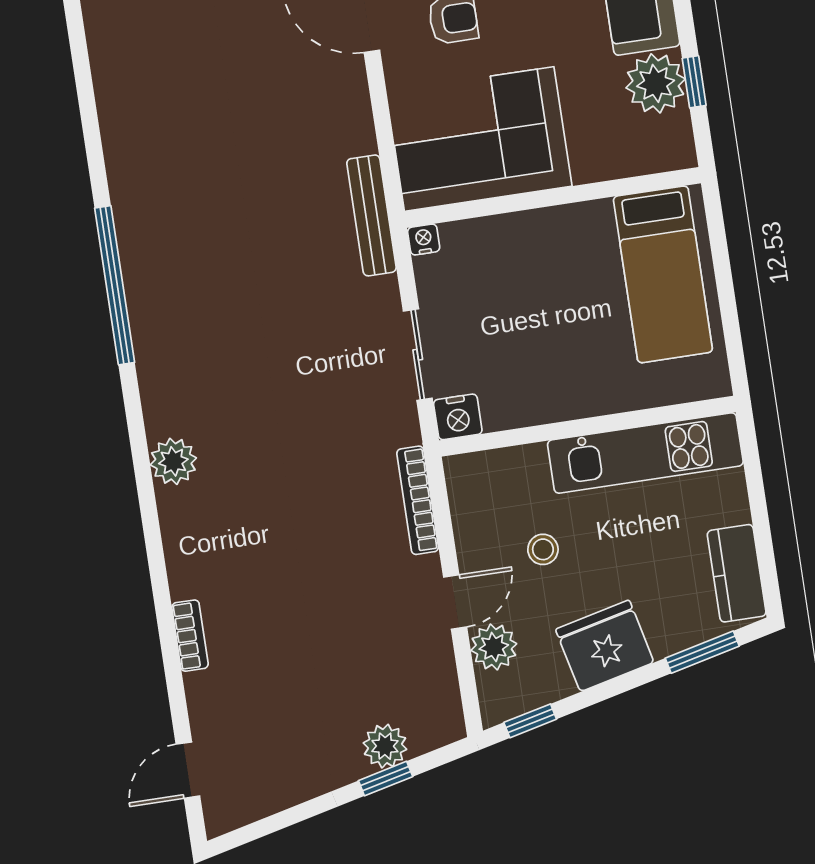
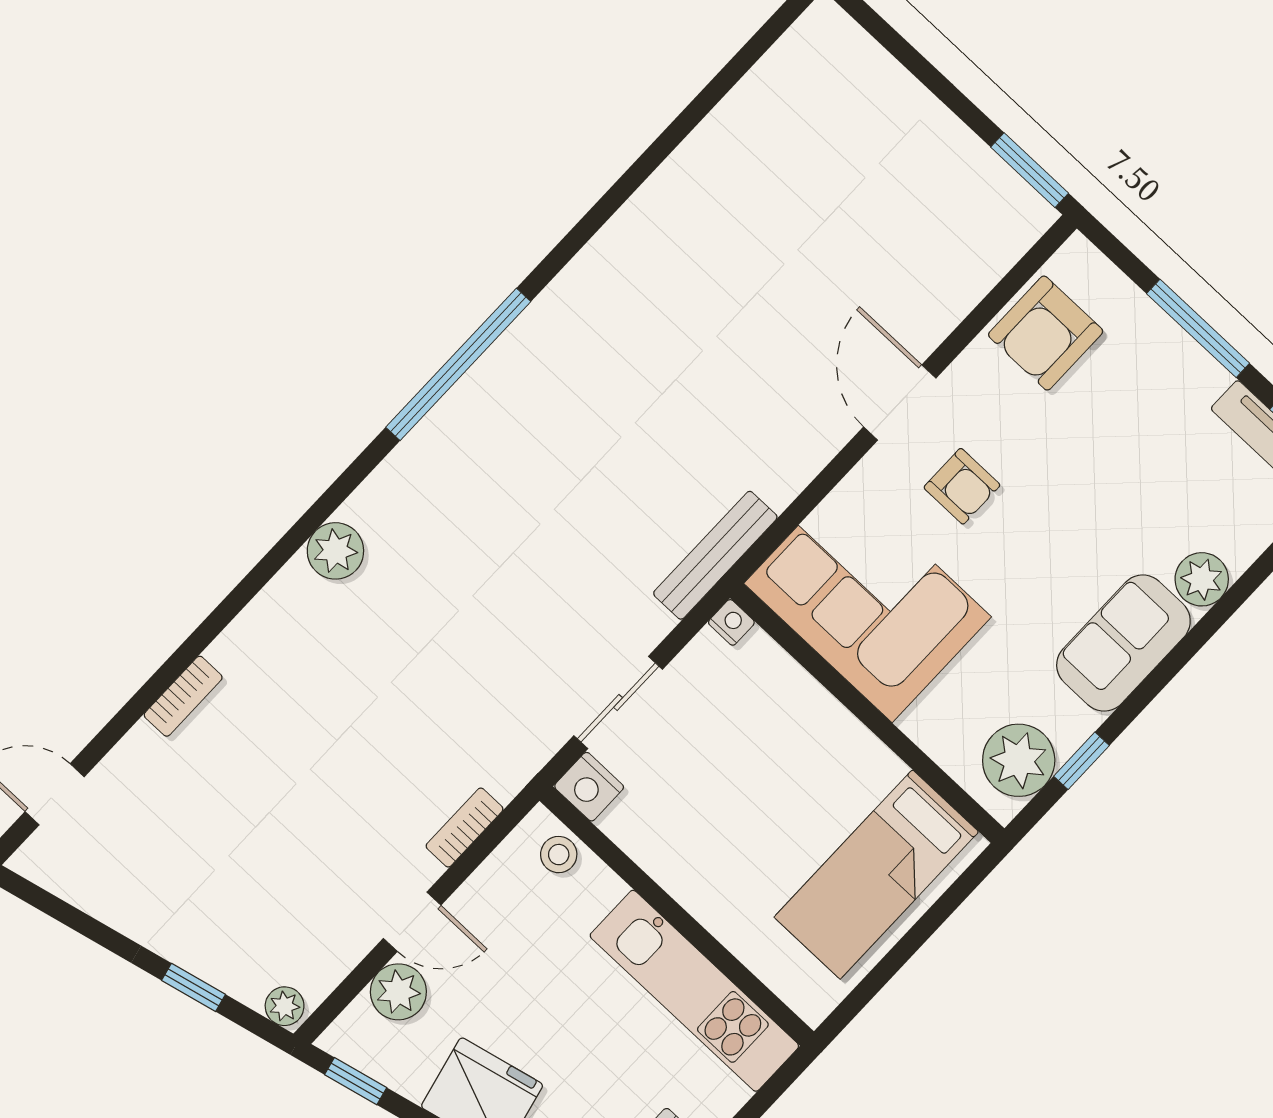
plant: (656, 83) -> (1019, 760), moved
bookcase: (418, 500) -> (465, 828), width x0.64
stool: (543, 549) -> (559, 855), moved
plant: (385, 746) -> (285, 1006), moved, width x0.73, depth x0.73

